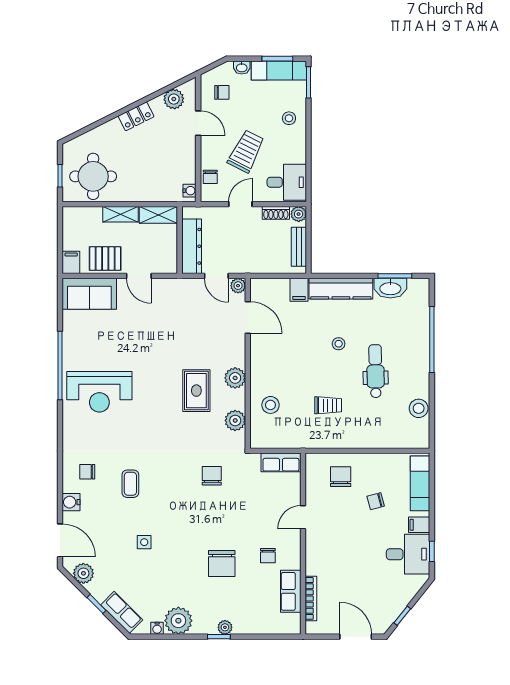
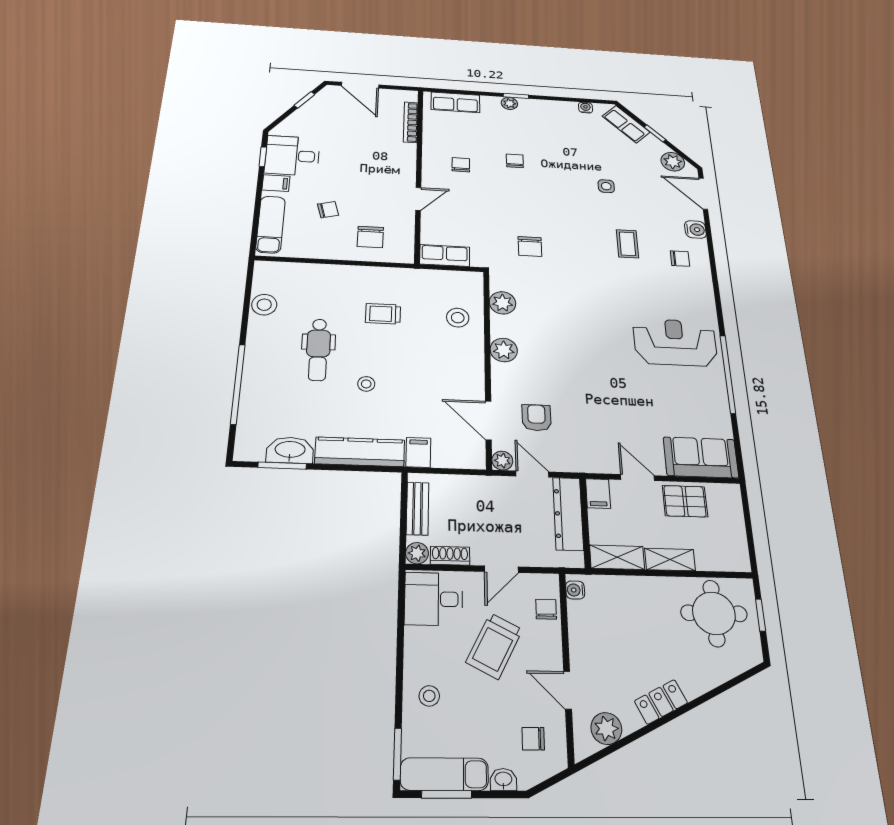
filing cabinet: (71, 262) -> (598, 493), moved
armchair: (212, 321) -> (536, 418), added
rug: (196, 391) -> (553, 338), removed
chair: (222, 563) -> (515, 161), width x0.54, depth x0.54
row of seats: (291, 591) -> (455, 102), moved, turned 90
plant: (178, 621) -> (562, 113), removed

